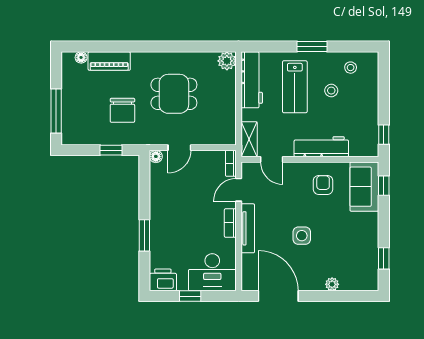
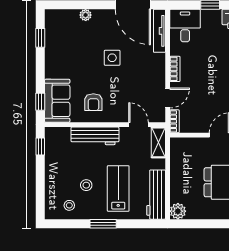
tv unit: (248, 228) -> (159, 31), moved
desk: (212, 272) -> (185, 26), width x0.73

